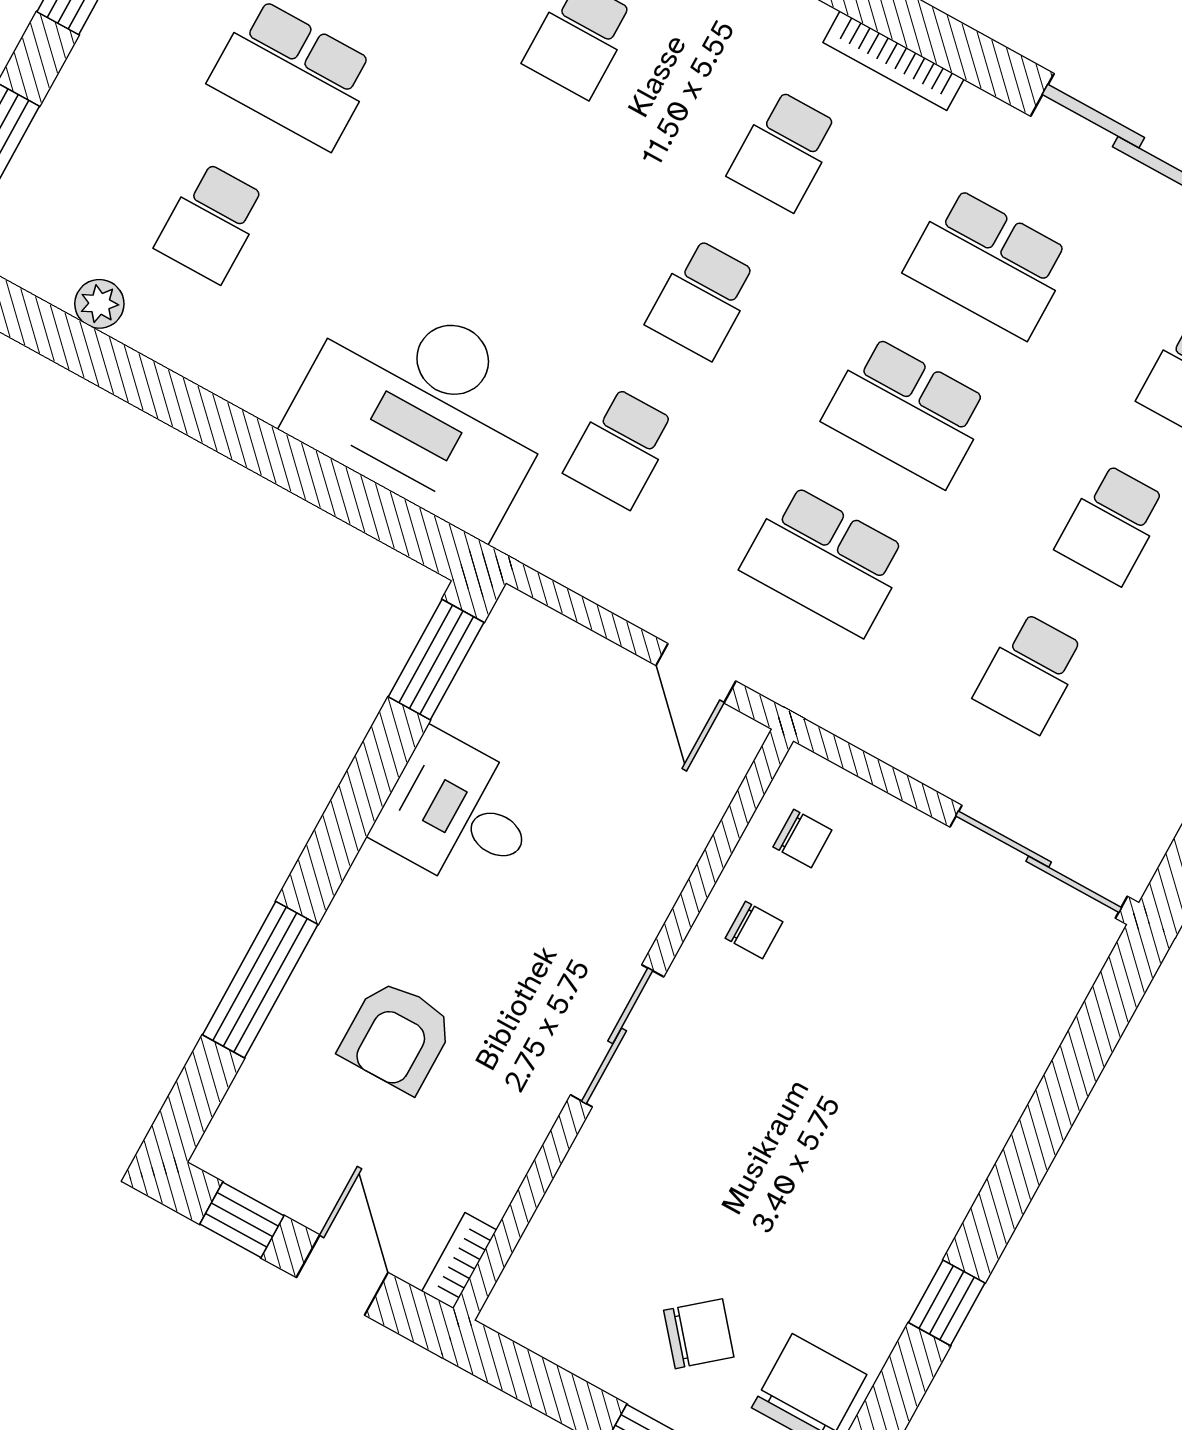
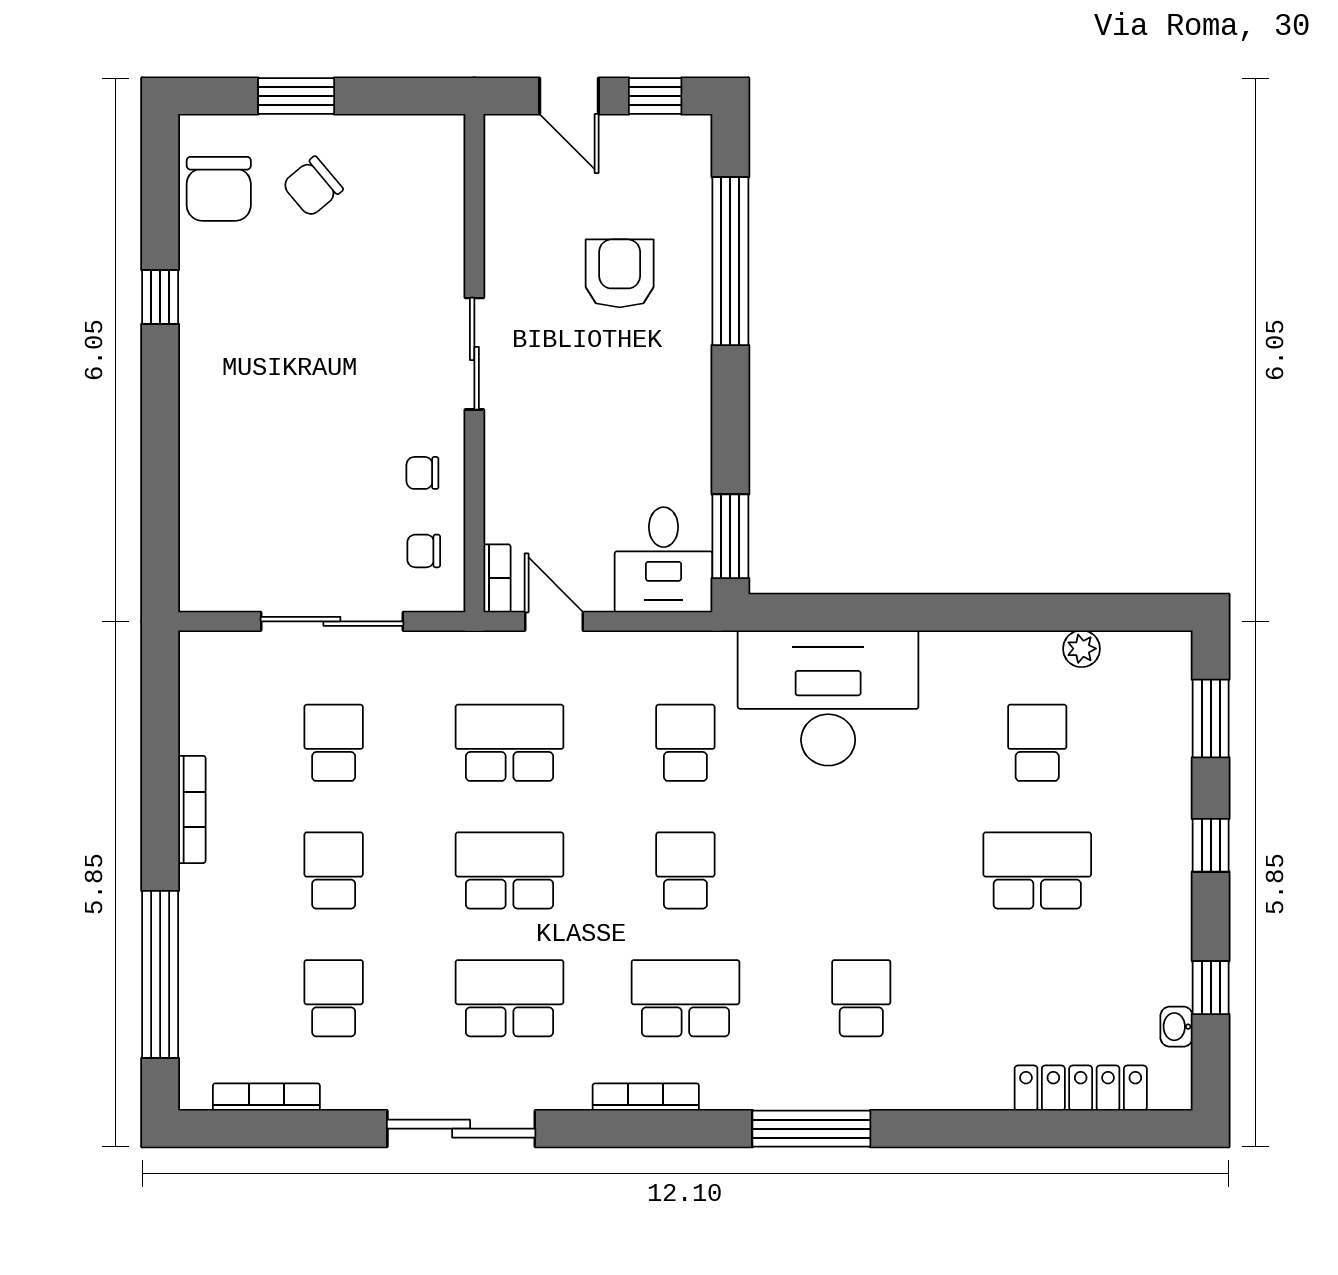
school desk: (784, 151) -> (685, 998), width x1.85
desk: (458, 814) -> (664, 560), moved, turned 90
sliding door: (1039, 862) -> (332, 621), moved
window: (260, 980) -> (730, 261), width x1.46
bookcase: (459, 1261) -> (497, 578), moved

